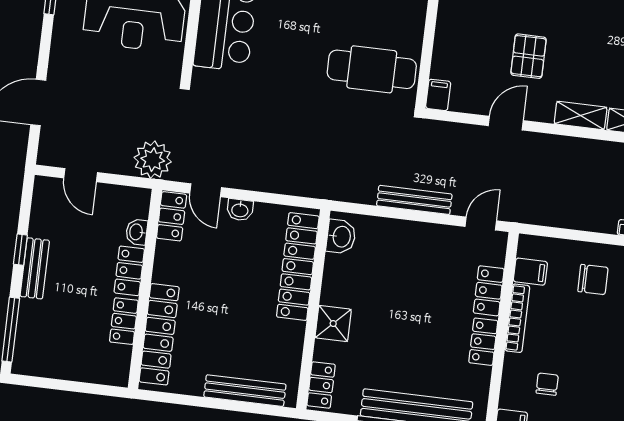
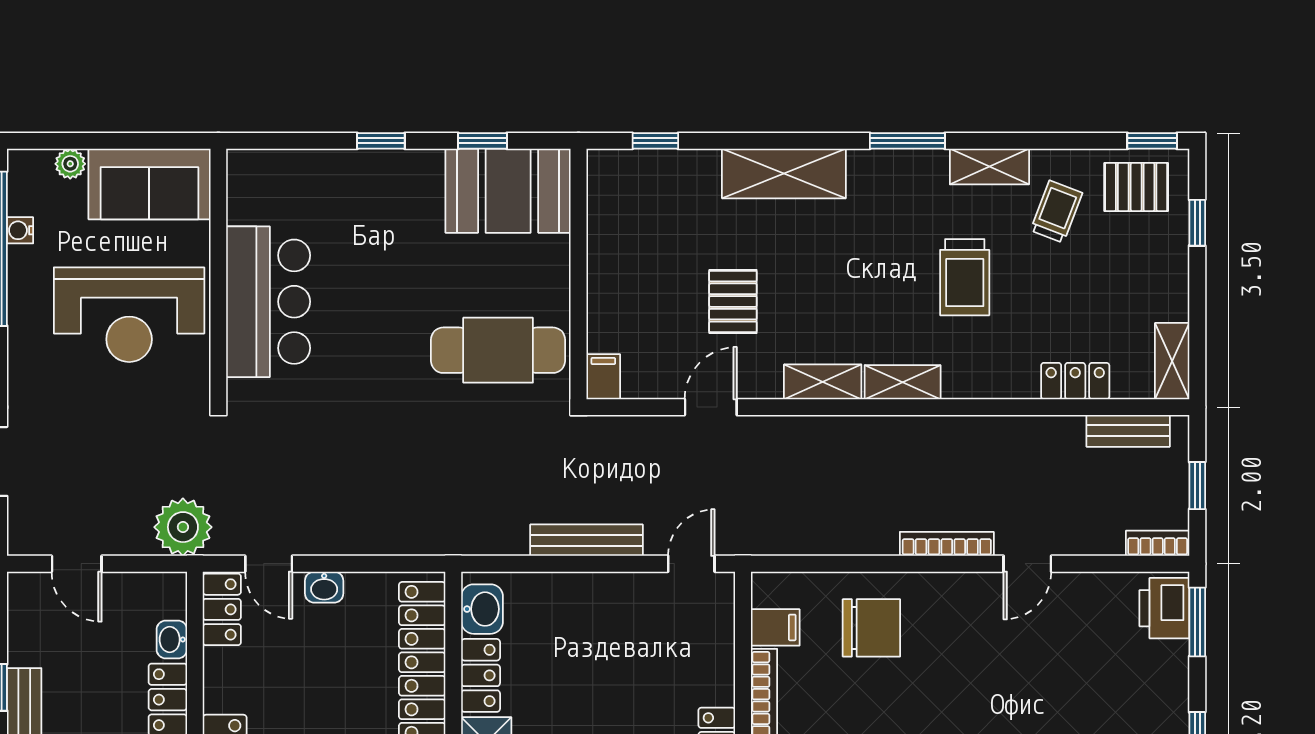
chair: (593, 279) -> (871, 628), width x1.37, depth x1.37
locker: (489, 291) -> (481, 675), moved, turned 180

